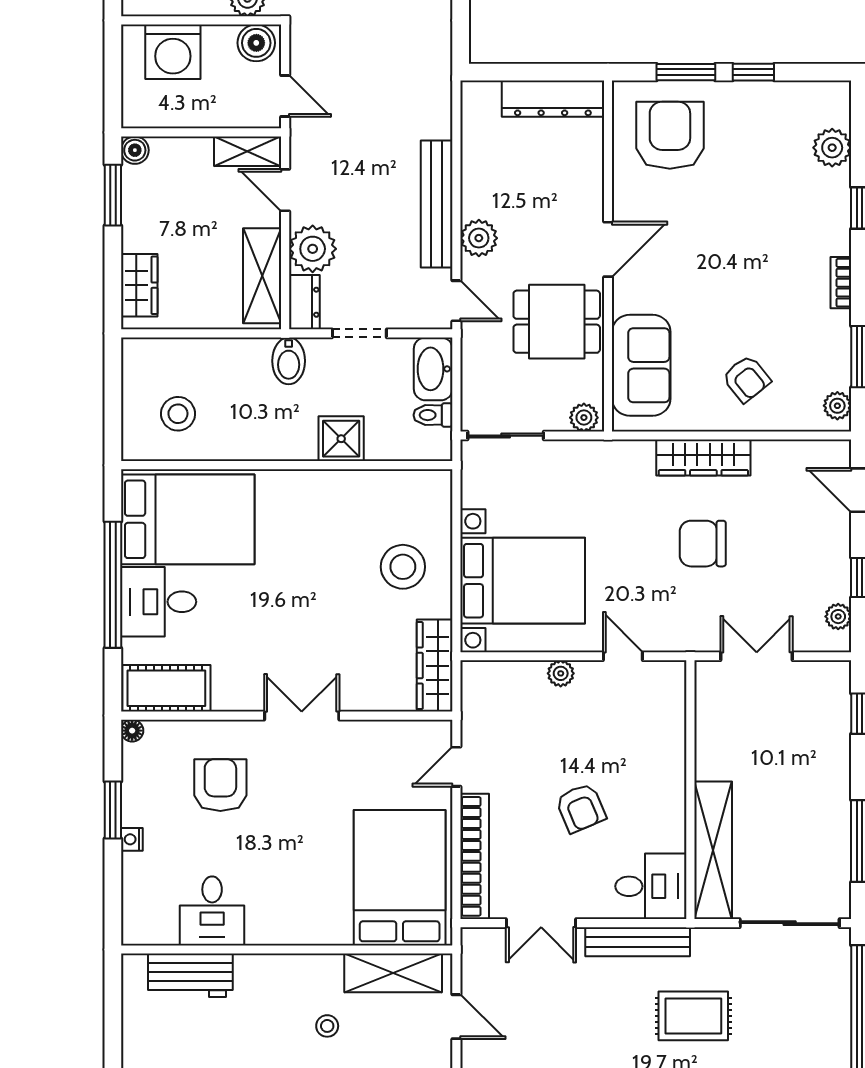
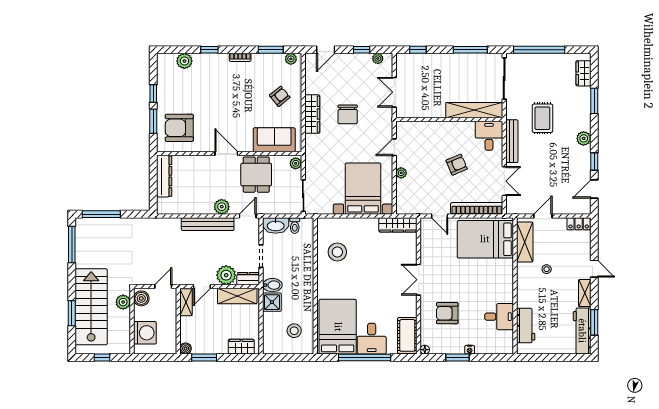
shower: (341, 439) -> (272, 302), moved
stool: (403, 567) -> (337, 252), moved

